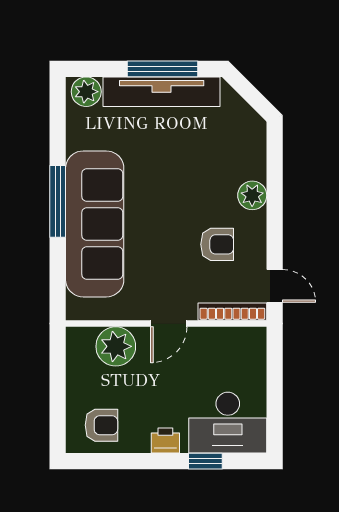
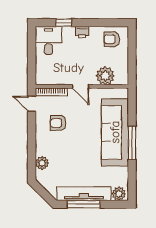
plant: (252, 195) -> (42, 163), moved
door: (169, 324) -> (81, 86), swing flipped
desk: (228, 423) -> (48, 40), width x0.73

